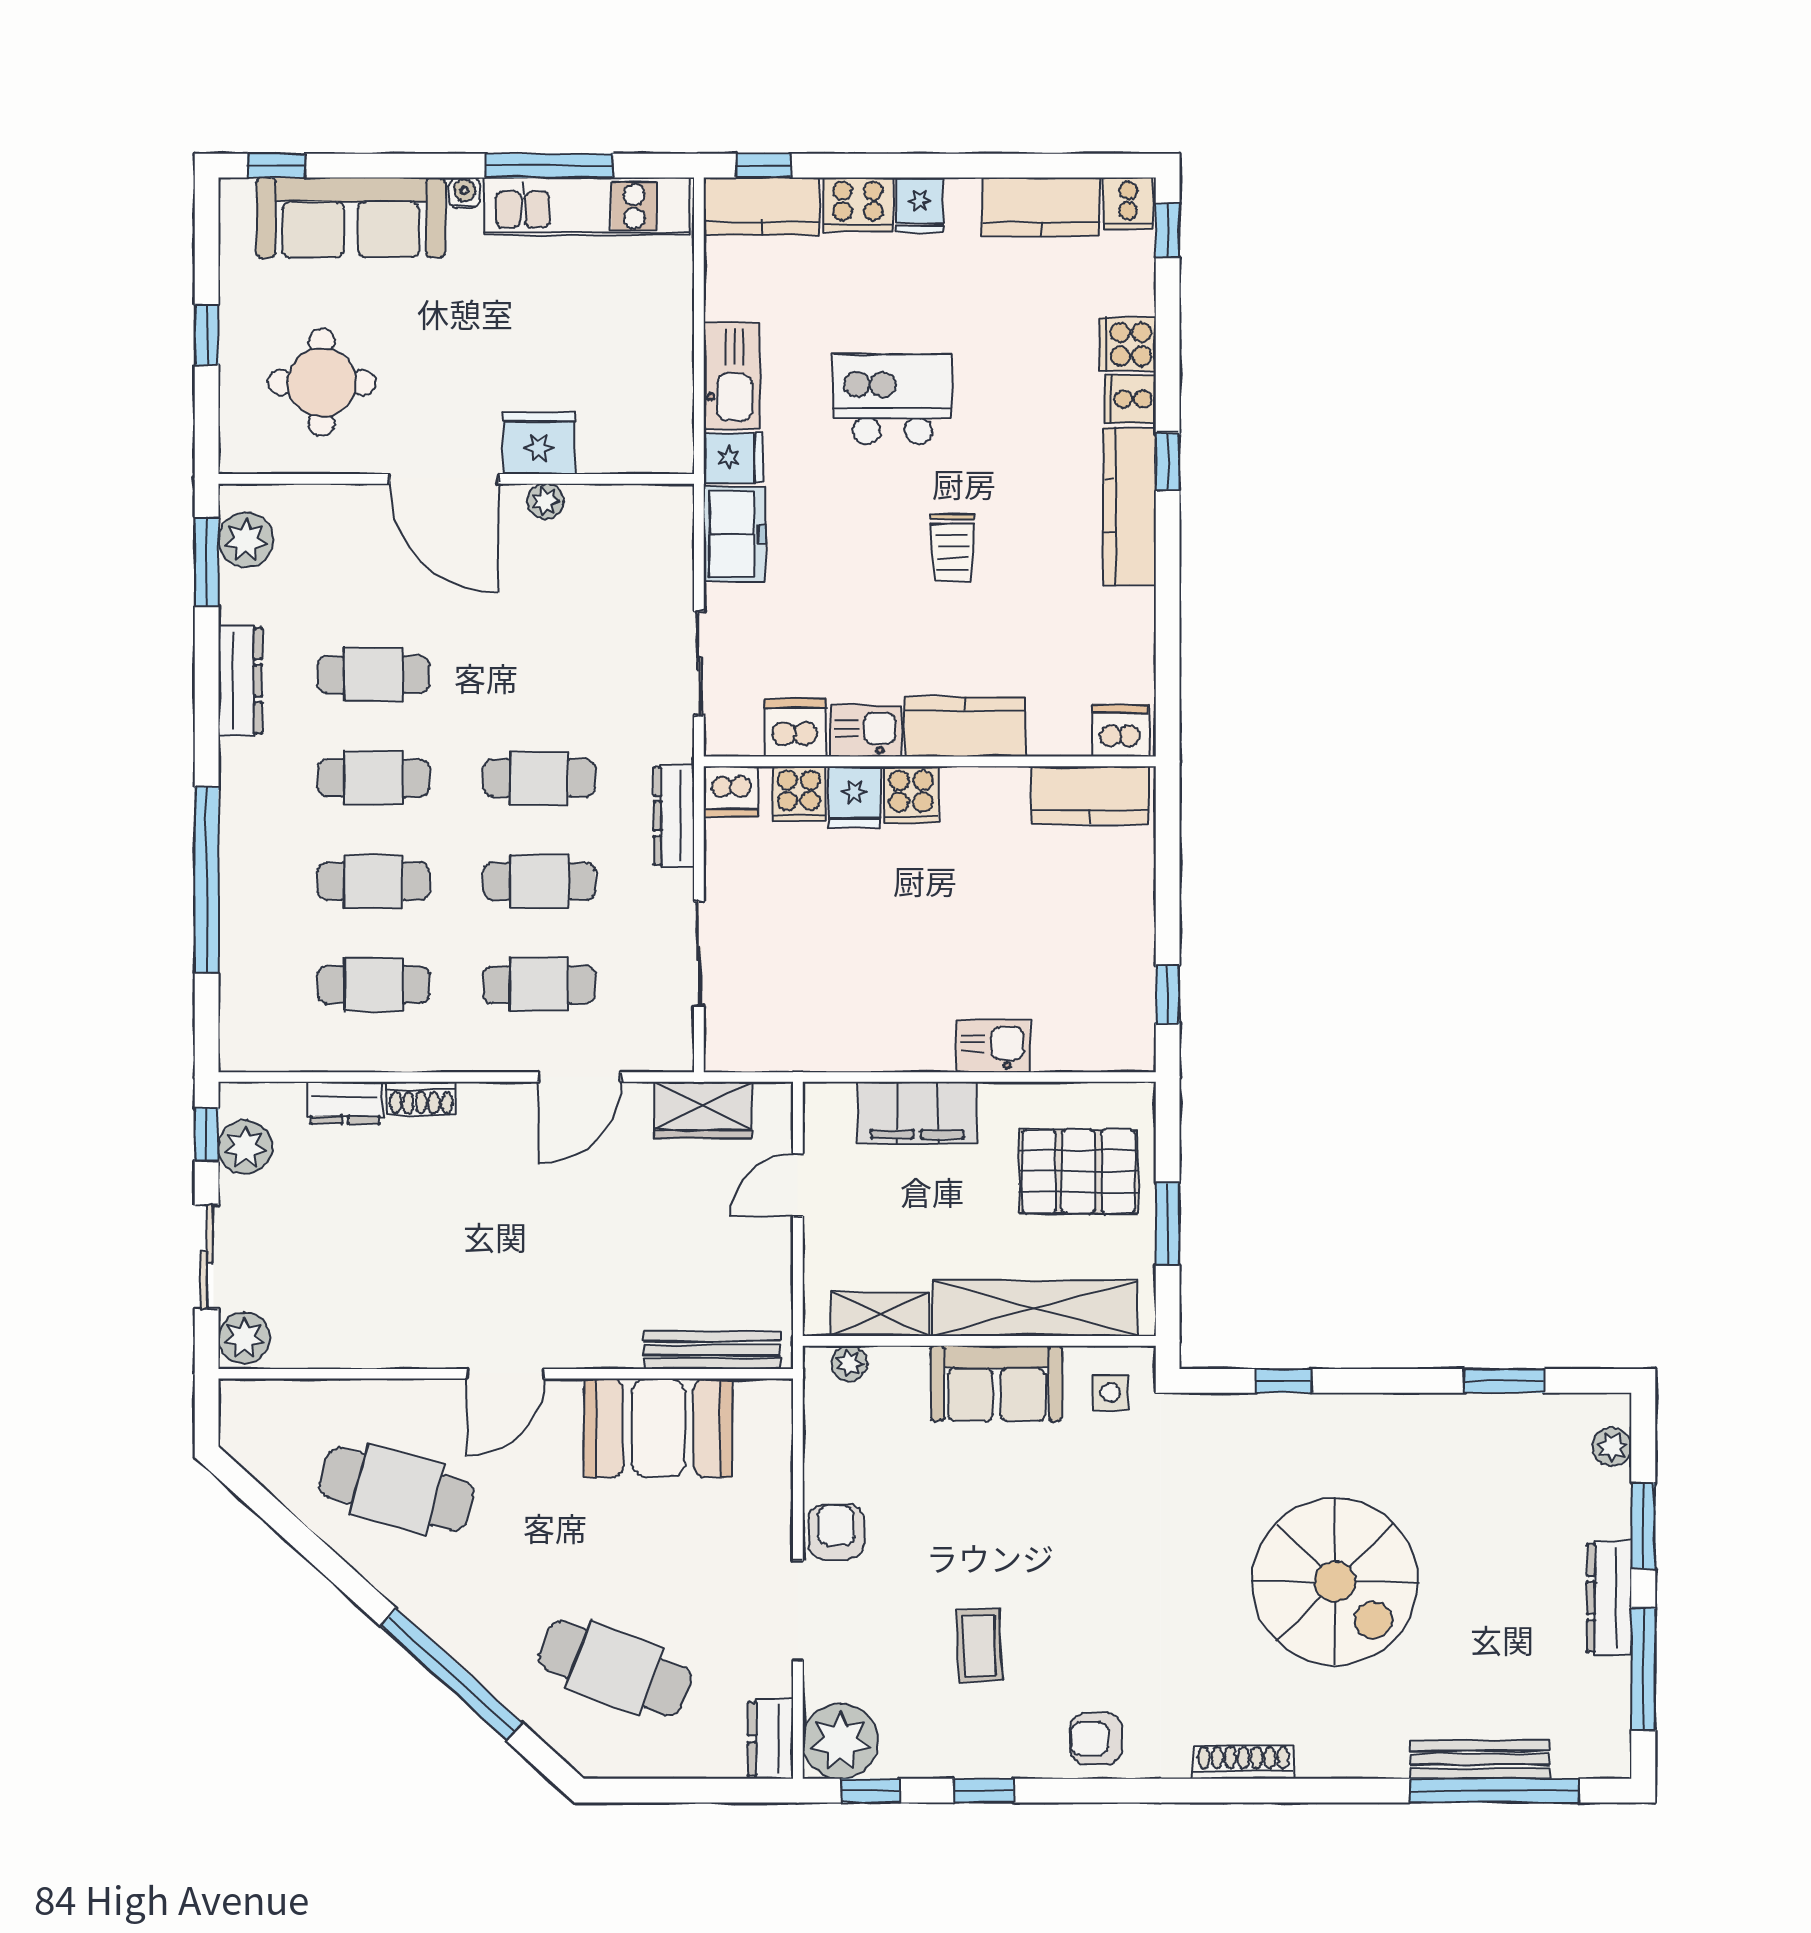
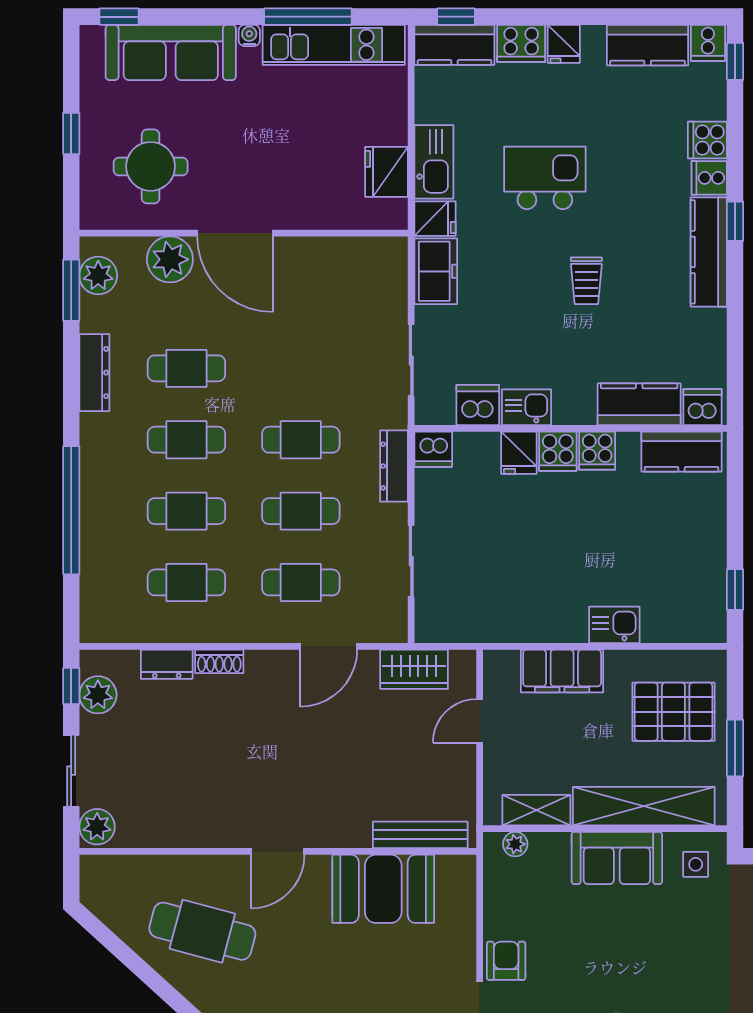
fridge: (539, 443) -> (387, 172), moved, turned -90
plant: (545, 501) -> (170, 259), moved, width x1.87, depth x1.87
kitchen counter: (965, 727) -> (639, 404), moved
cooker: (799, 794) -> (597, 451), moved

